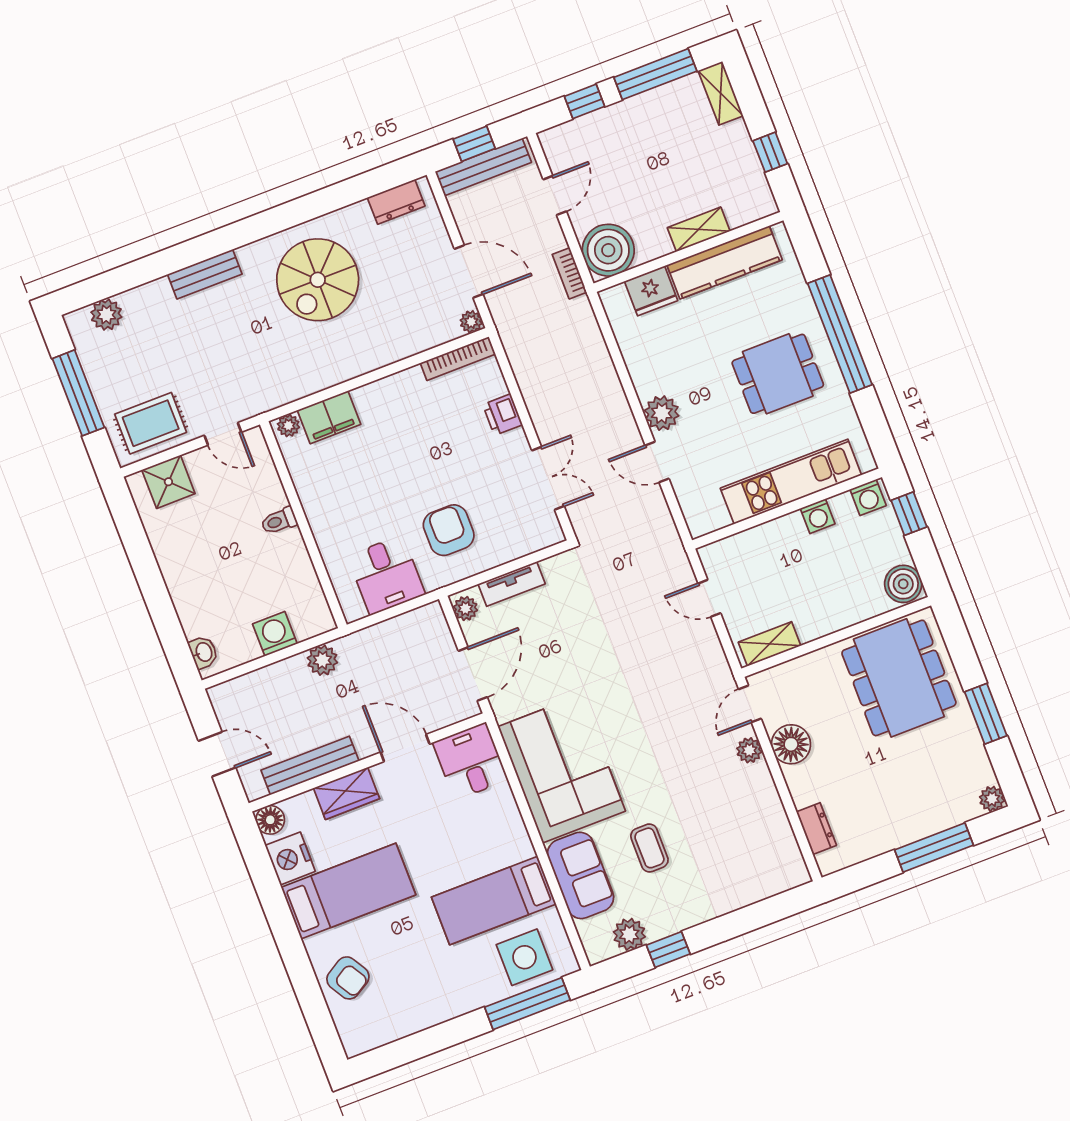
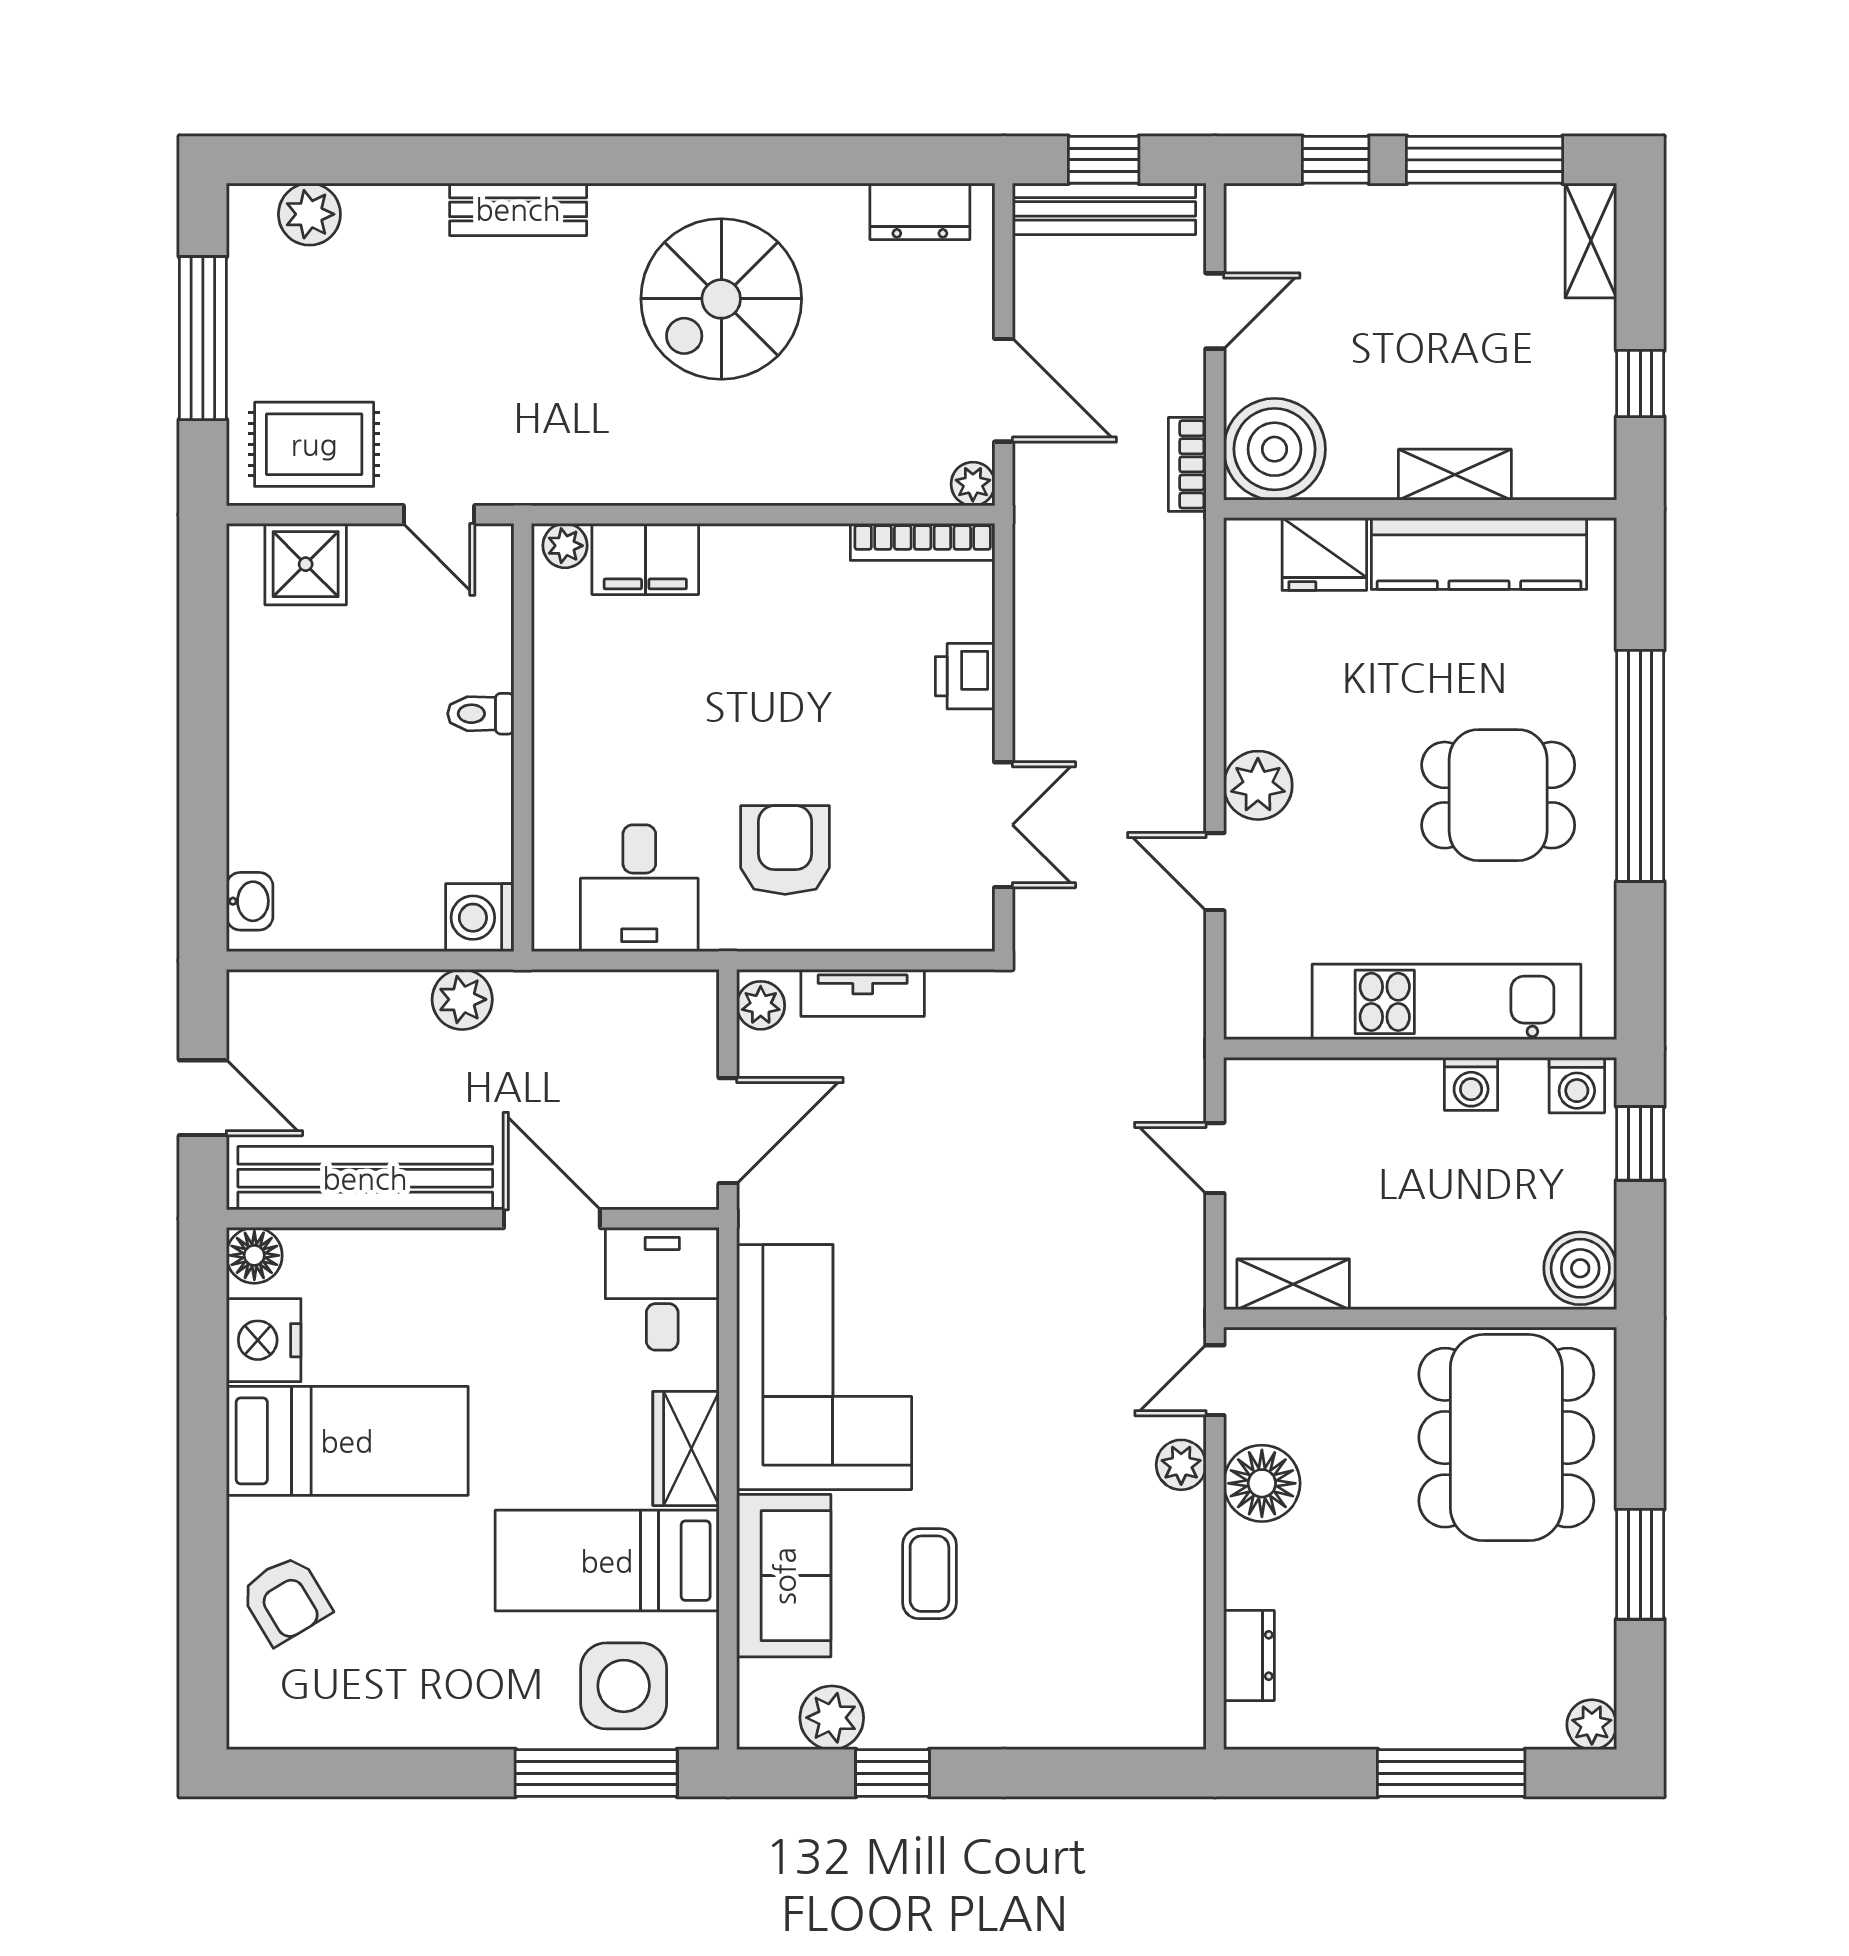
washing machine: (275, 634) -> (480, 918), moved, turned -90
bench: (310, 766) -> (365, 1178), width x1.37, depth x1.21
wardrobe: (347, 793) -> (686, 1448), moved, turned 90

